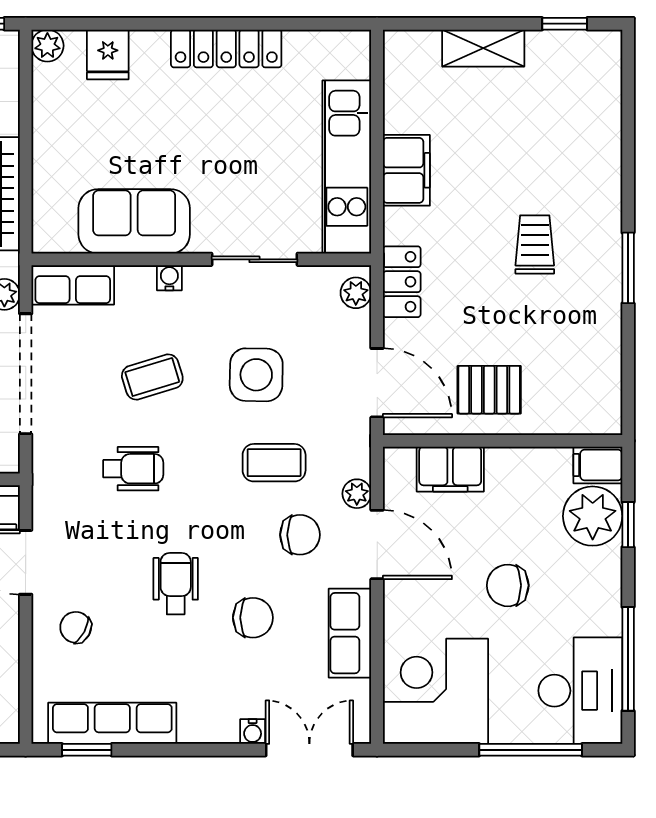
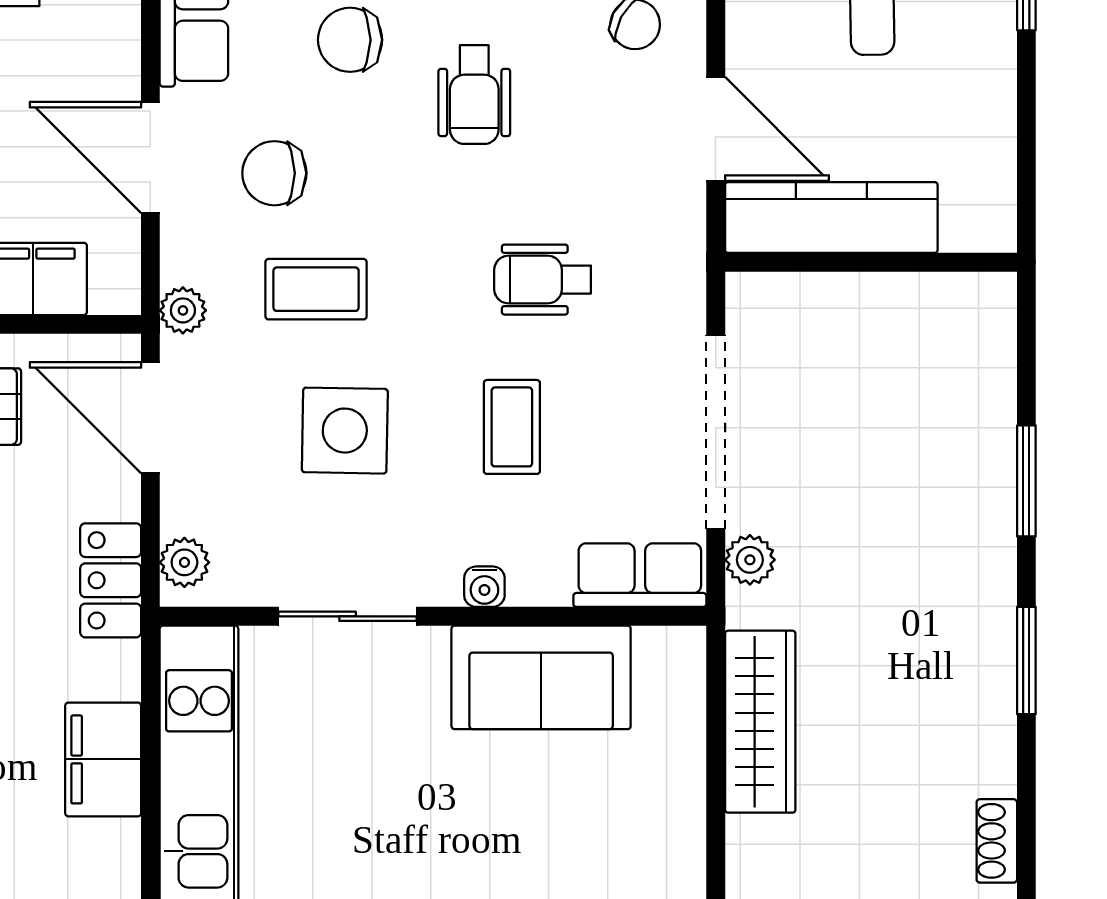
coffee table: (152, 377) -> (512, 427), turned -73
plant: (357, 494) -> (183, 310), moved

